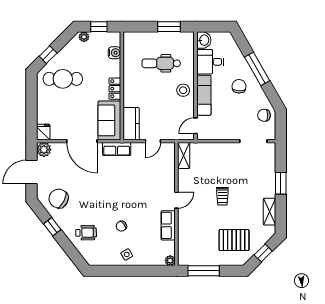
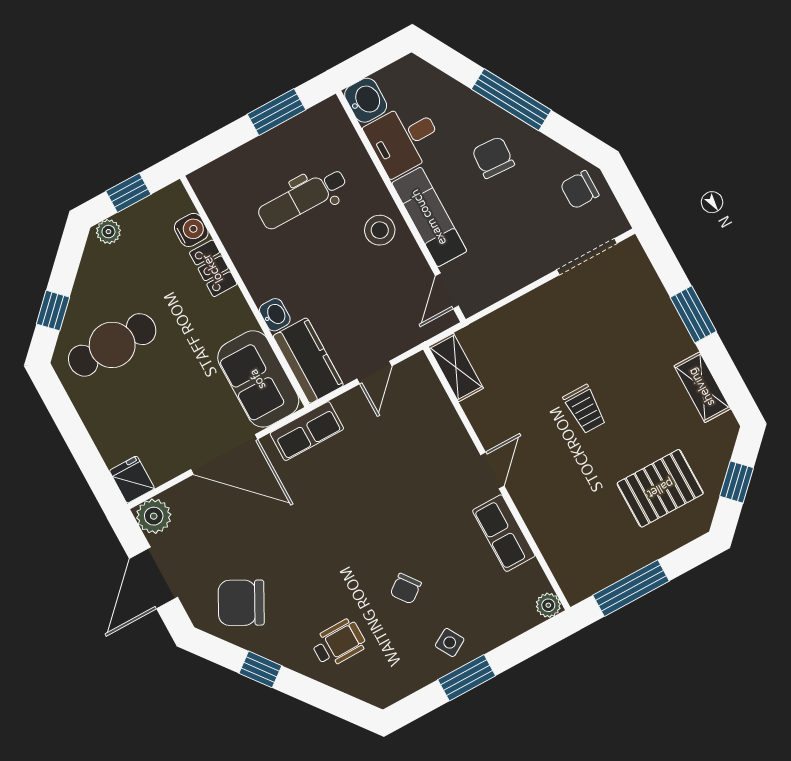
locker: (115, 89) -> (213, 268), moved
washbasin: (128, 100) -> (275, 315), added
window: (126, 271) -> (467, 678), added

